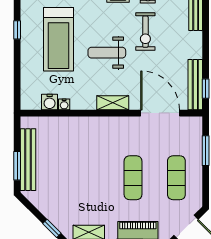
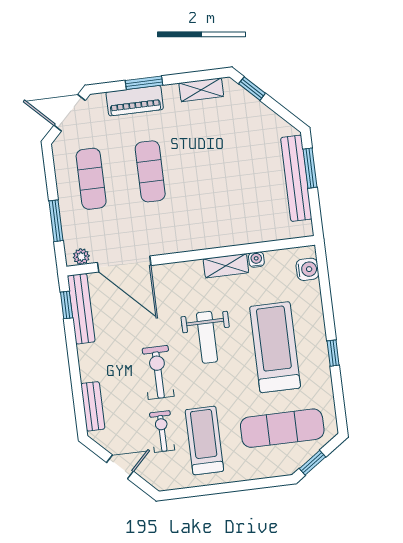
weight bench: (107, 53) -> (207, 337), turned 90
water cooler: (50, 102) -> (307, 269), moved, turned 90
shelving: (113, 103) -> (226, 266), moved
plant: (191, 122) -> (81, 257), added

